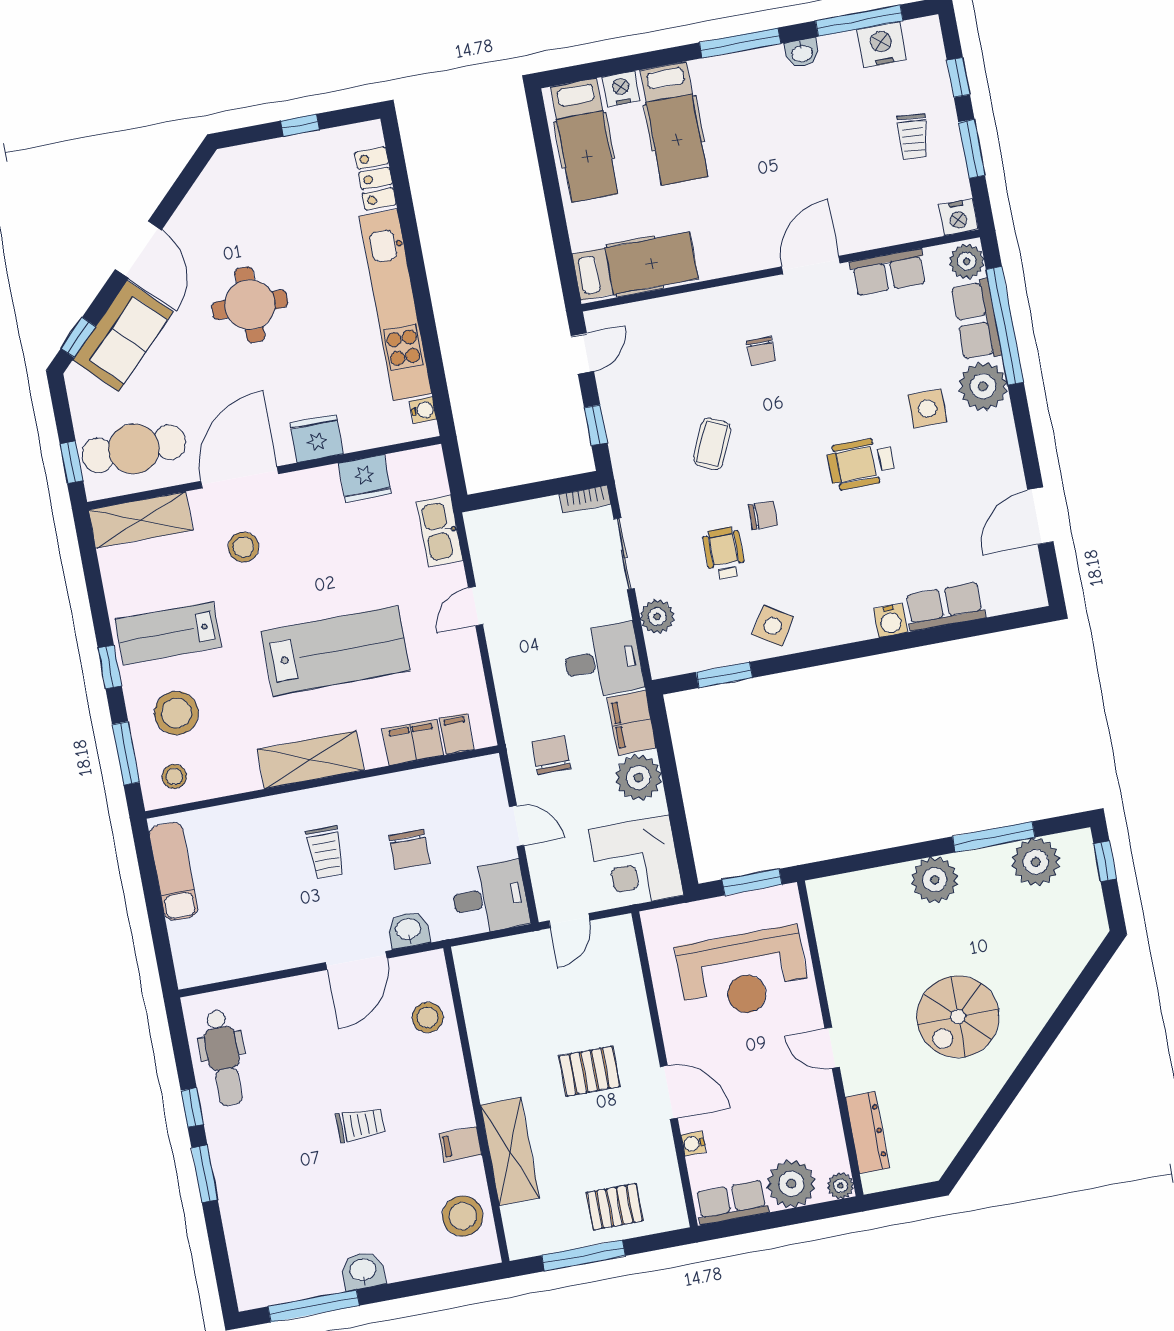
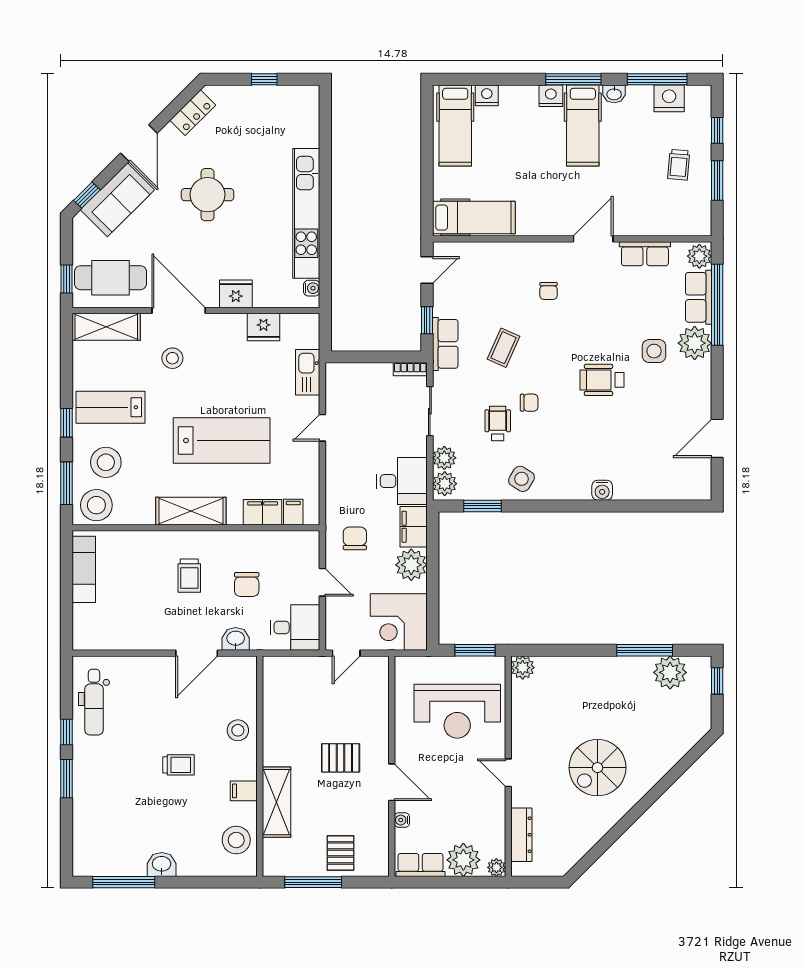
hospital bed: (674, 123) -> (583, 125), moved
locker: (375, 178) -> (193, 113), moved, turned -135
nightstand: (958, 217) -> (551, 96), moved, turned 180
door: (240, 477) -> (179, 311), hinge flipped
row of seats: (945, 607) -> (445, 344), moved, turned 90
plant: (665, 653) -> (445, 484), added
stool: (174, 776) -> (96, 505), width x1.89, depth x1.89
plant: (935, 880) -> (523, 668), moved, width x0.73, depth x0.73
stool: (428, 1018) -> (238, 730), moved
pallet: (615, 1207) -> (341, 853), turned 90

